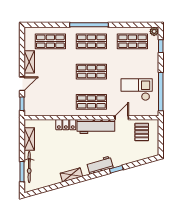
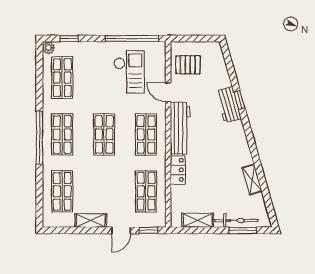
door: (22, 84) -> (121, 230), swing flipped
checkout: (137, 90) -> (129, 72), turned 180
shop shelf: (50, 102) -> (146, 191), added
workbench: (100, 165) -> (229, 105), moved
shelving: (71, 175) -> (252, 179), moved

